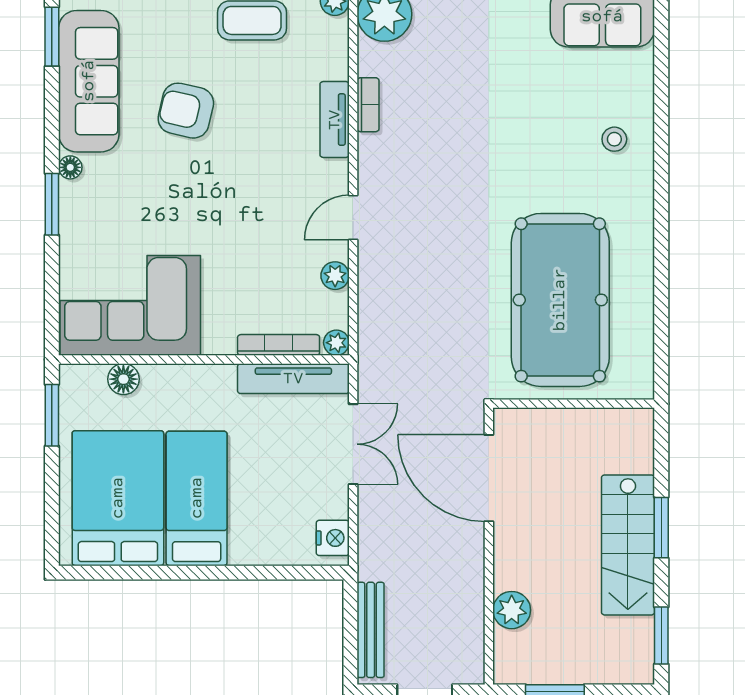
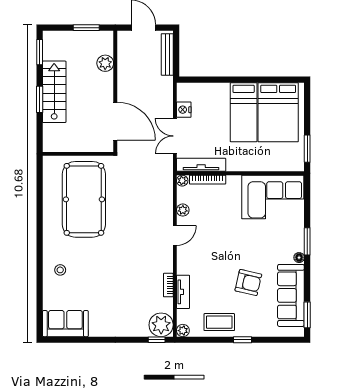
tv unit: (335, 120) -> (183, 292), moved
floor lamp: (123, 379) -> (276, 165), removed
nightstand: (333, 538) -> (184, 110), moved

